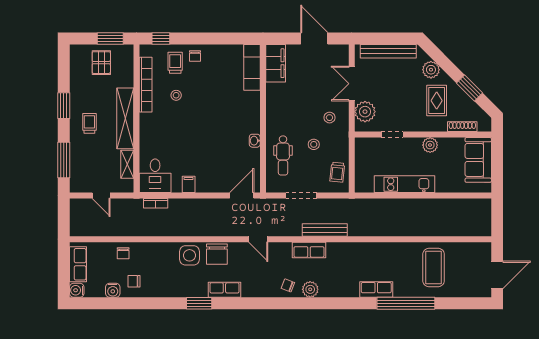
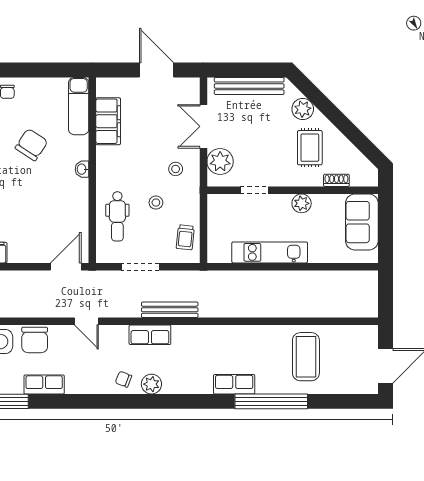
filing cabinet: (276, 63) -> (108, 121), moved
window: (470, 88) -> (351, 132), removed
chair: (214, 98) -> (31, 145), added
shoe rack: (462, 127) -> (336, 180), width x0.70
washbasin: (255, 141) -> (82, 169), moved

